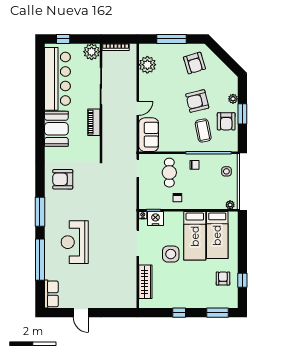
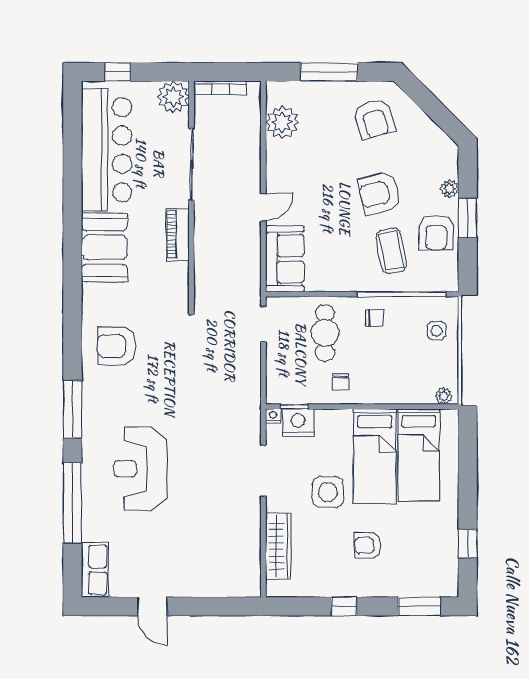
armchair: (223, 278) -> (368, 545), moved, turned -90

